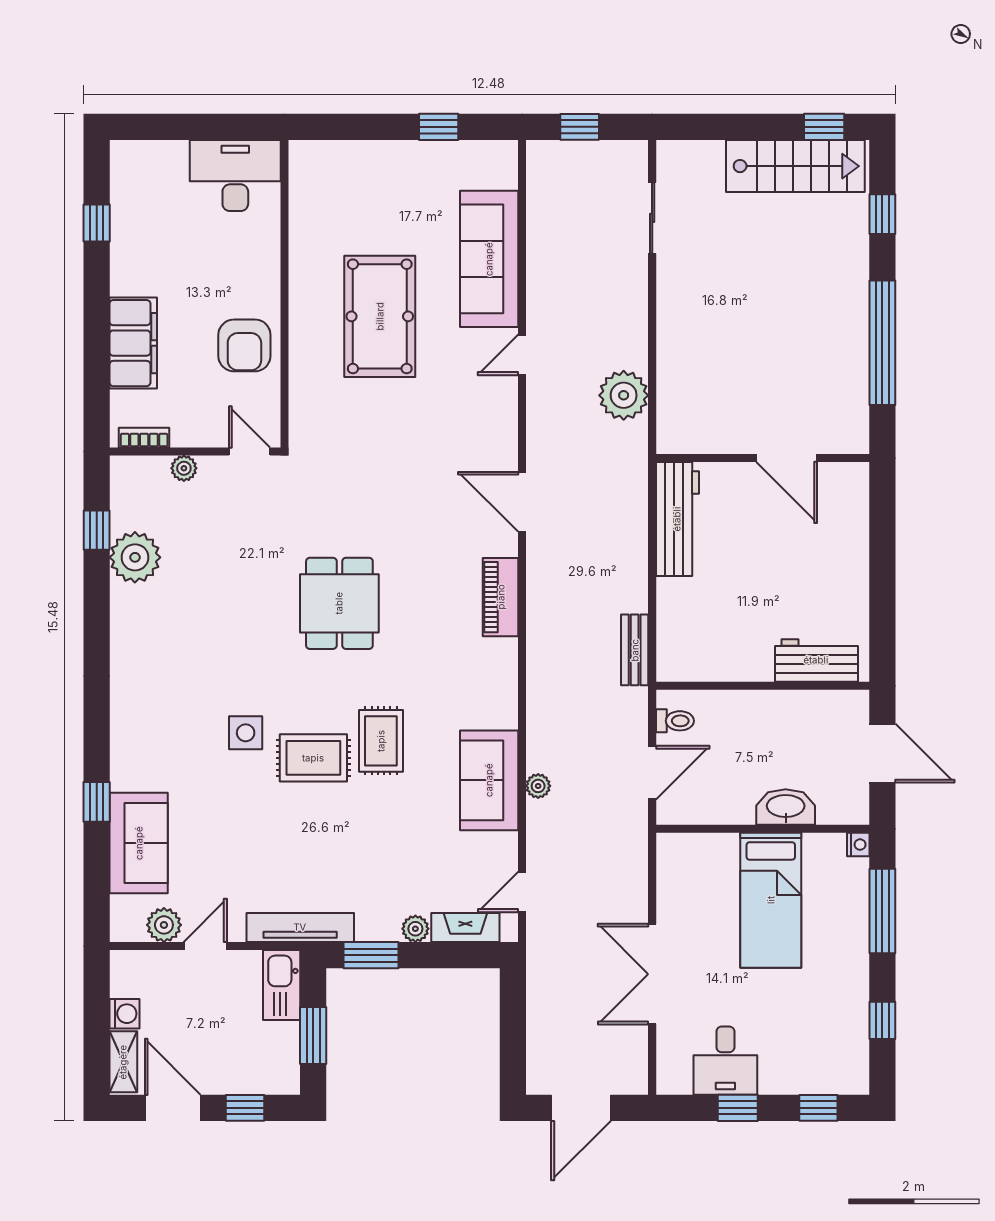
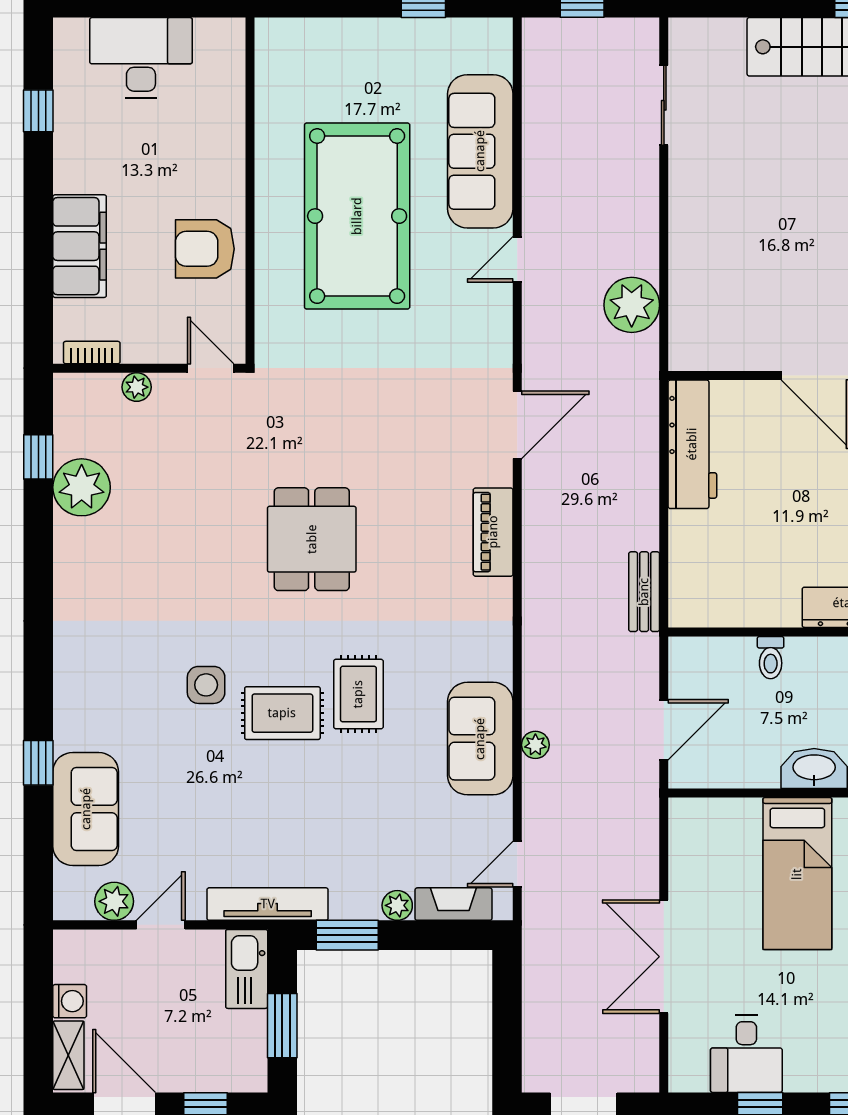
desk: (235, 176) -> (141, 58), moved
pool table: (380, 316) -> (357, 216), width x1.36, depth x1.32
armchair: (244, 345) -> (205, 249), turned 90
door: (522, 502) -> (517, 425), swing flipped
toilet: (675, 721) -> (771, 658), moved, turned 90

